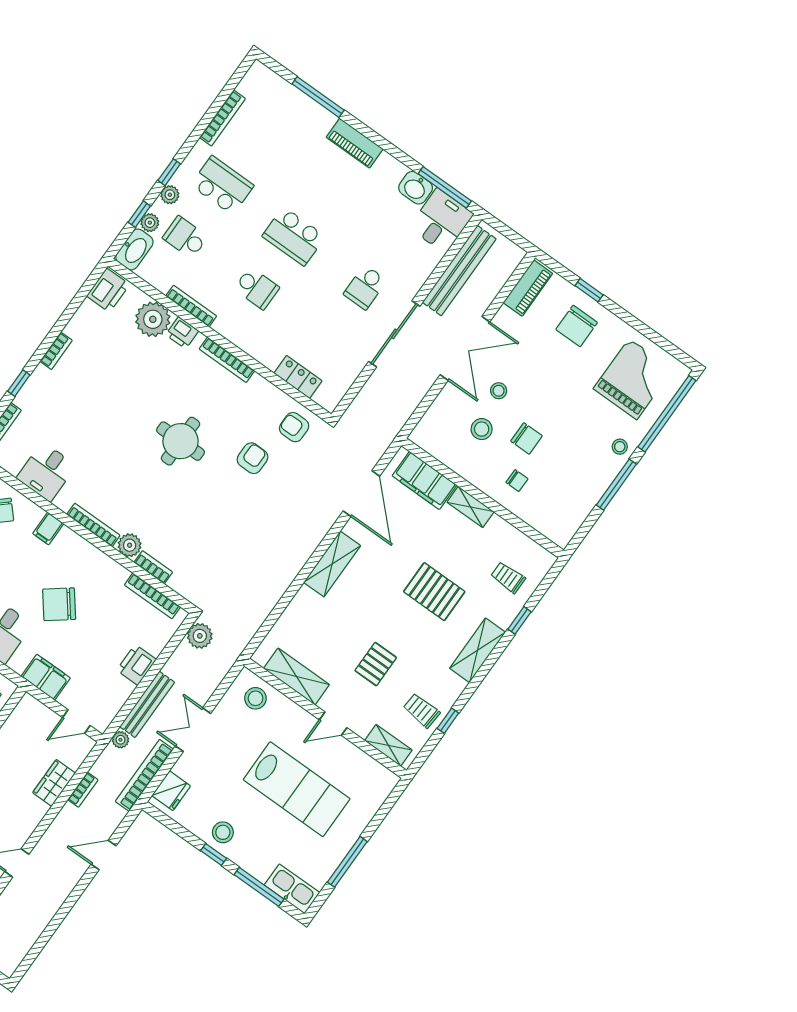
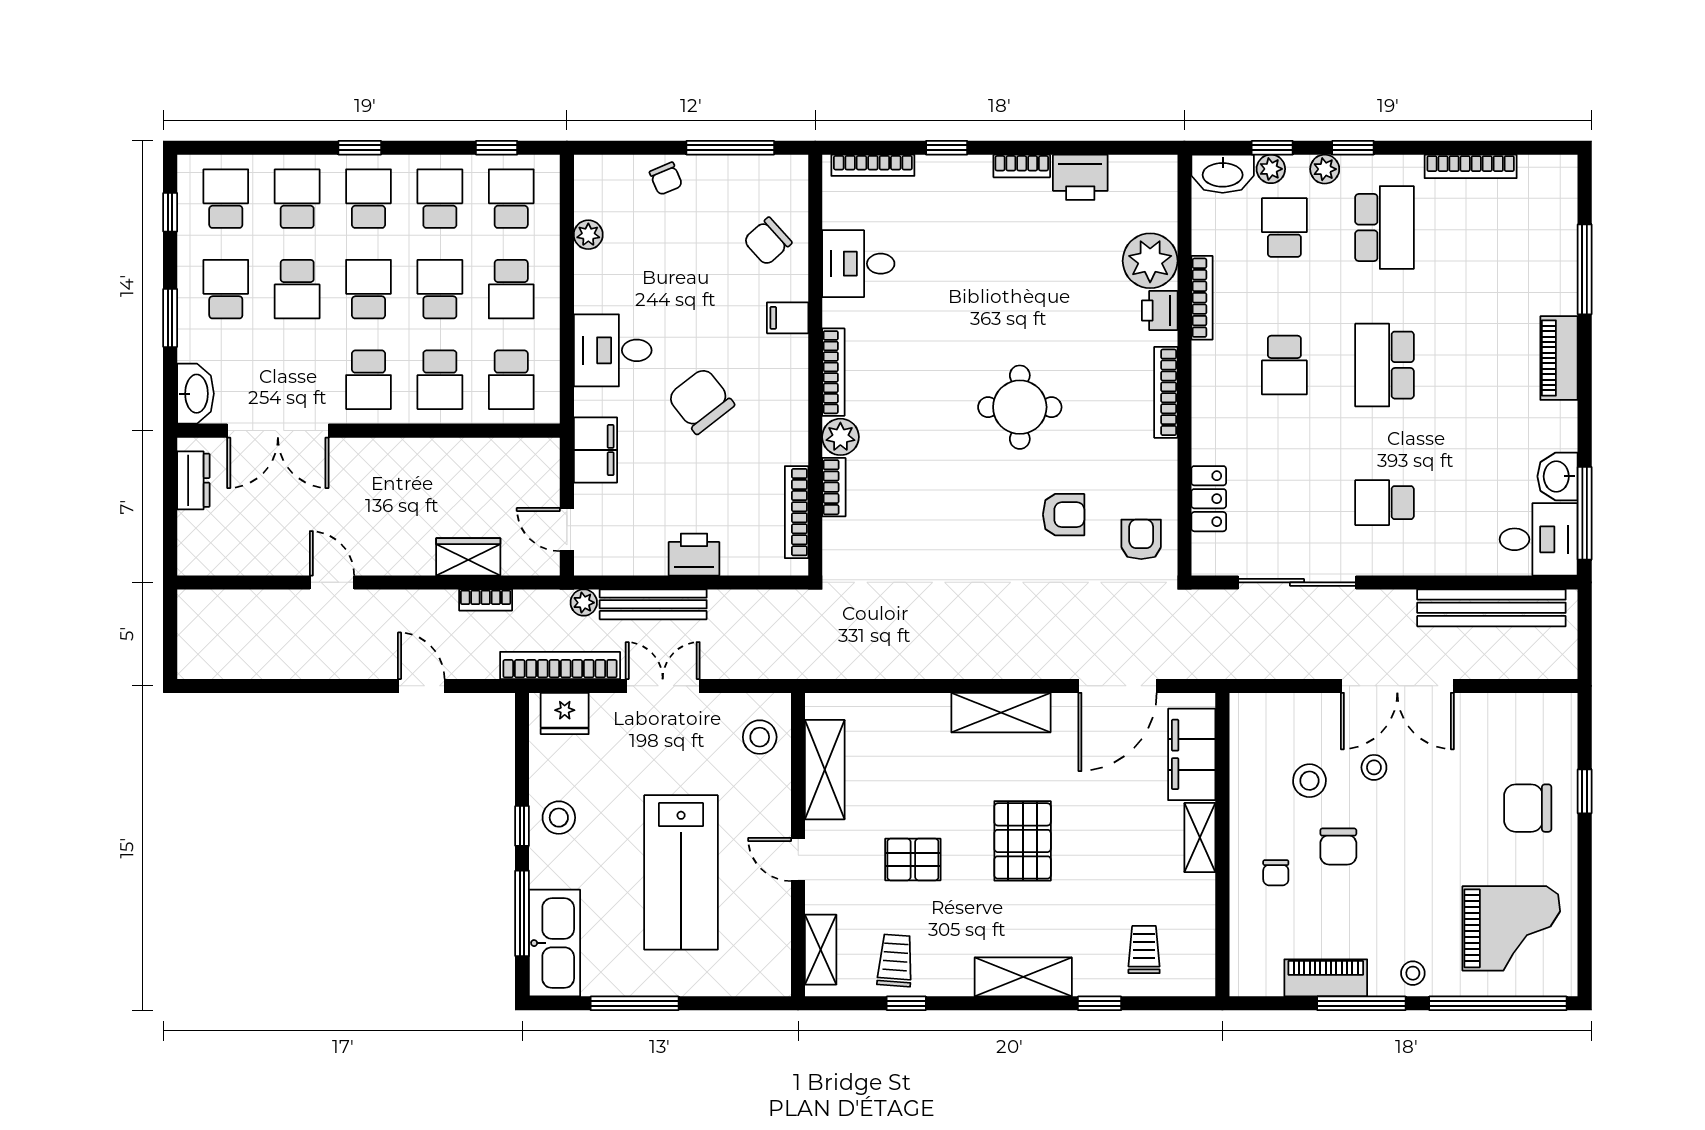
piano: (528, 288) -> (1326, 978), moved, turned 180
printer: (108, 290) -> (1080, 177), moved
sliding door: (394, 334) -> (1297, 582), moved
pallet: (434, 592) -> (1023, 841), moved
plant: (200, 636) -> (789, 609), removed
kitchen sink: (292, 889) -> (555, 943), width x1.36, depth x1.24

